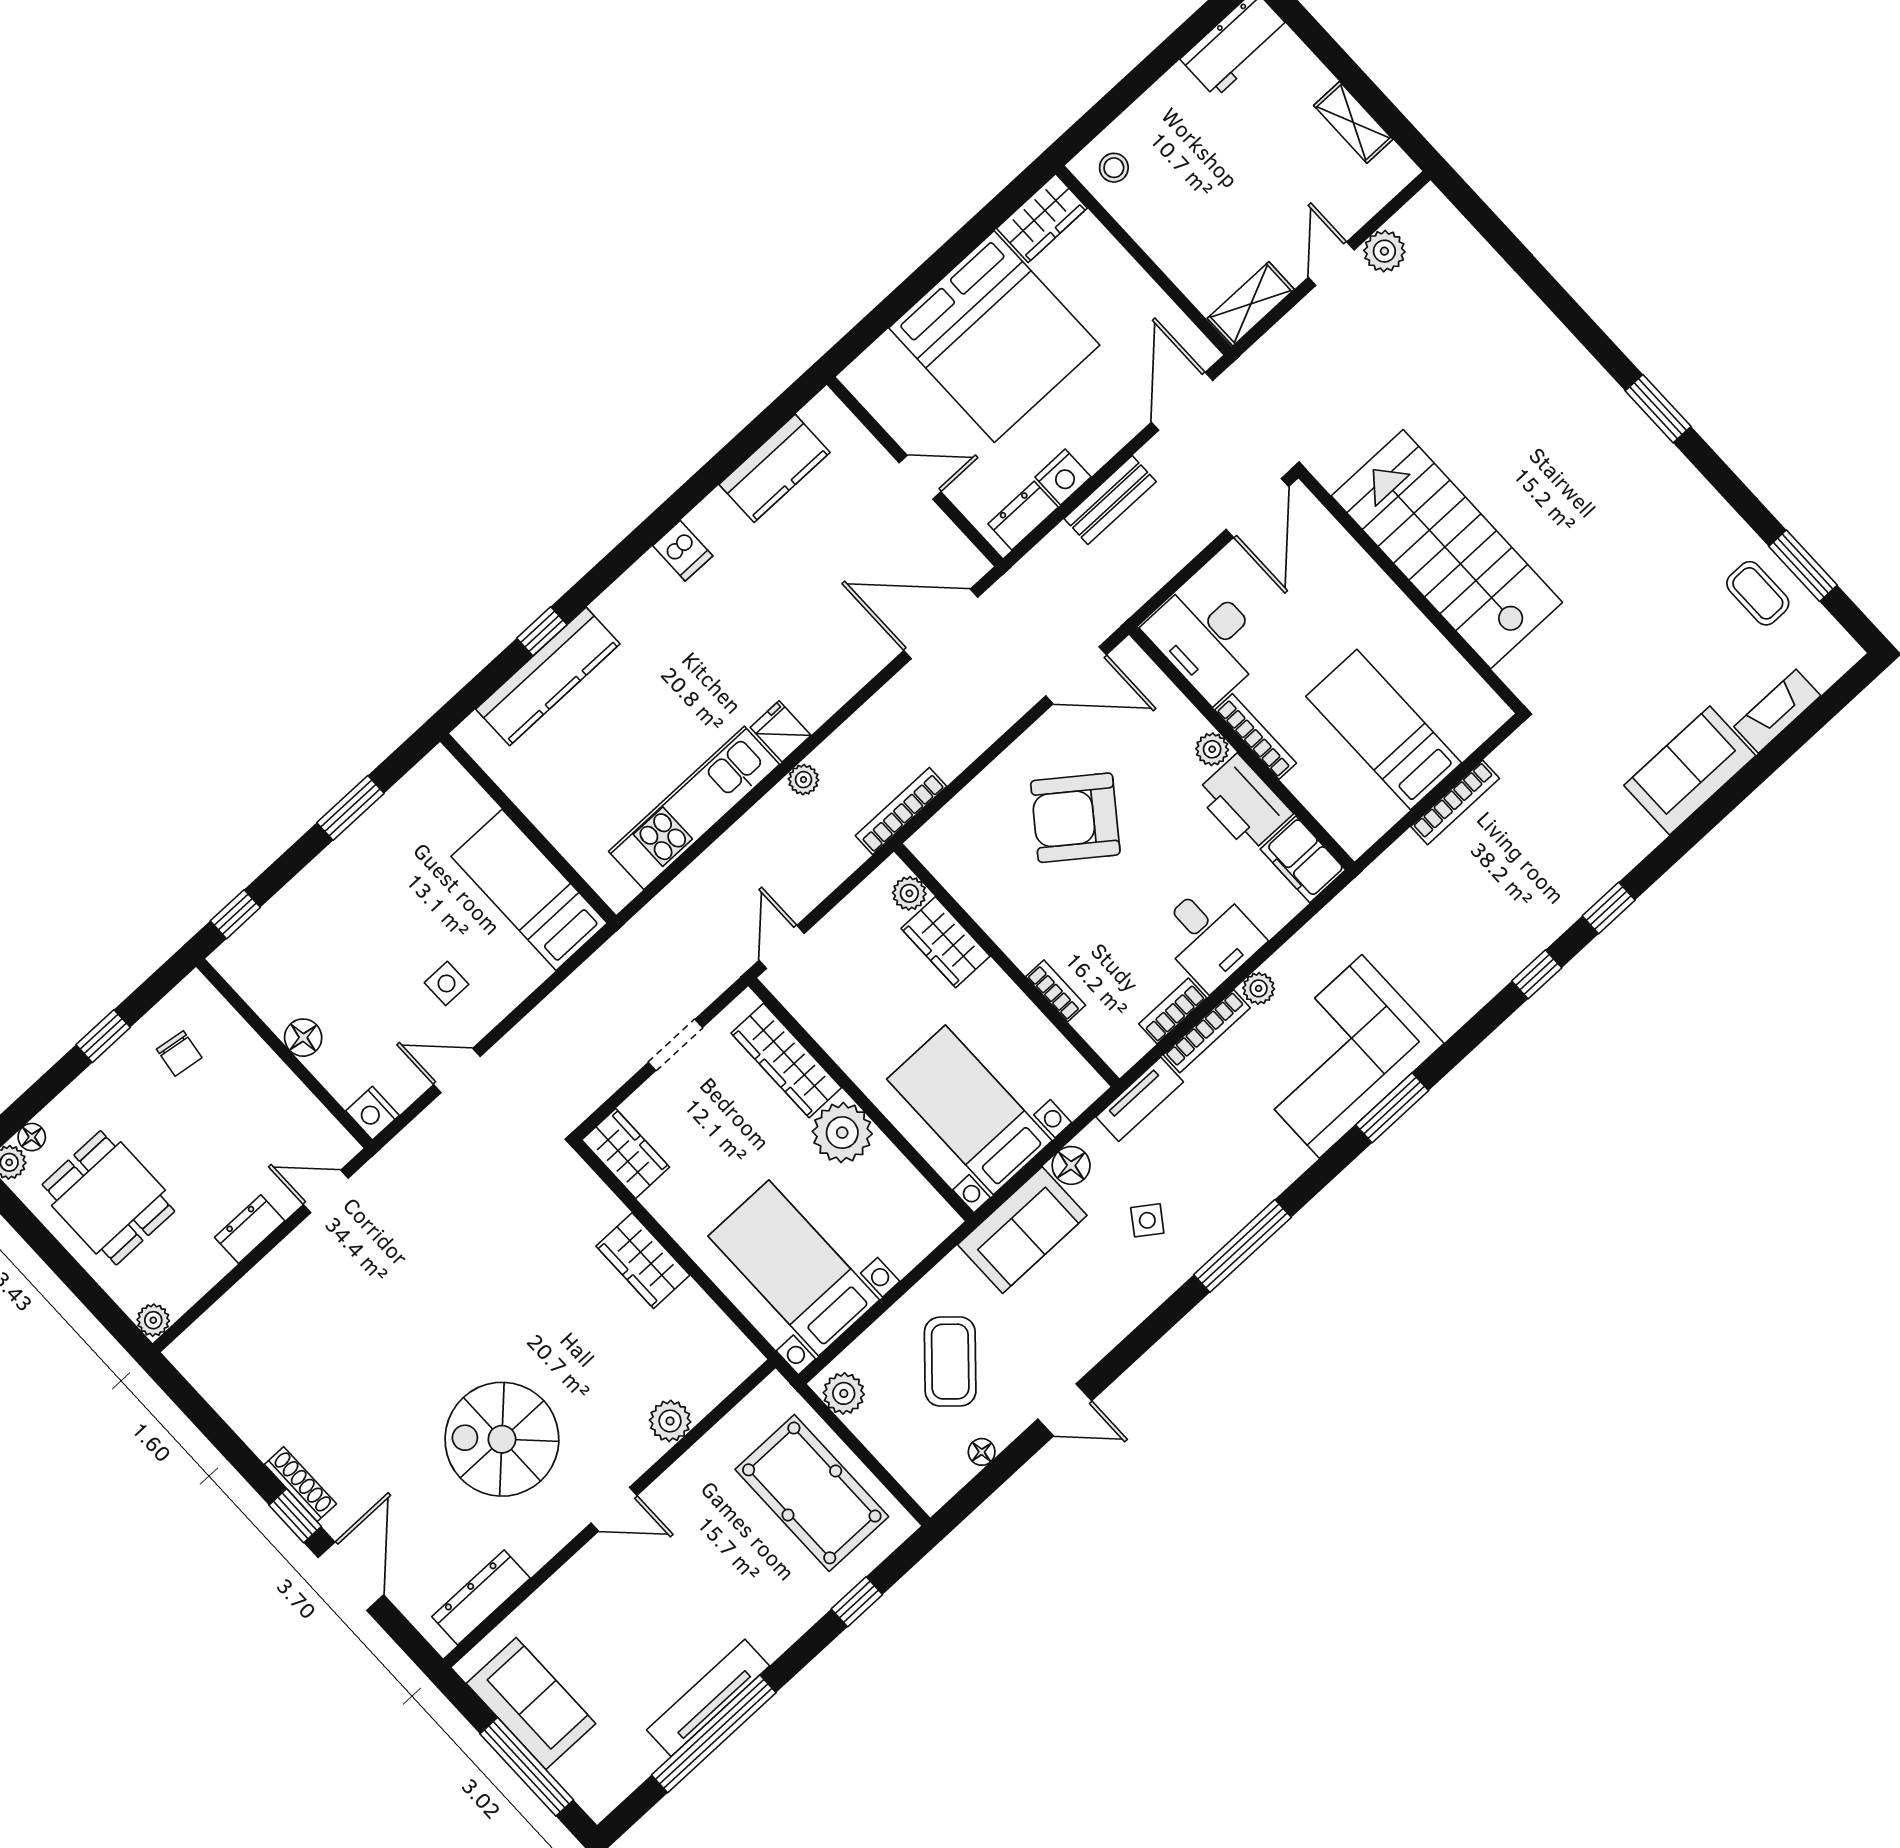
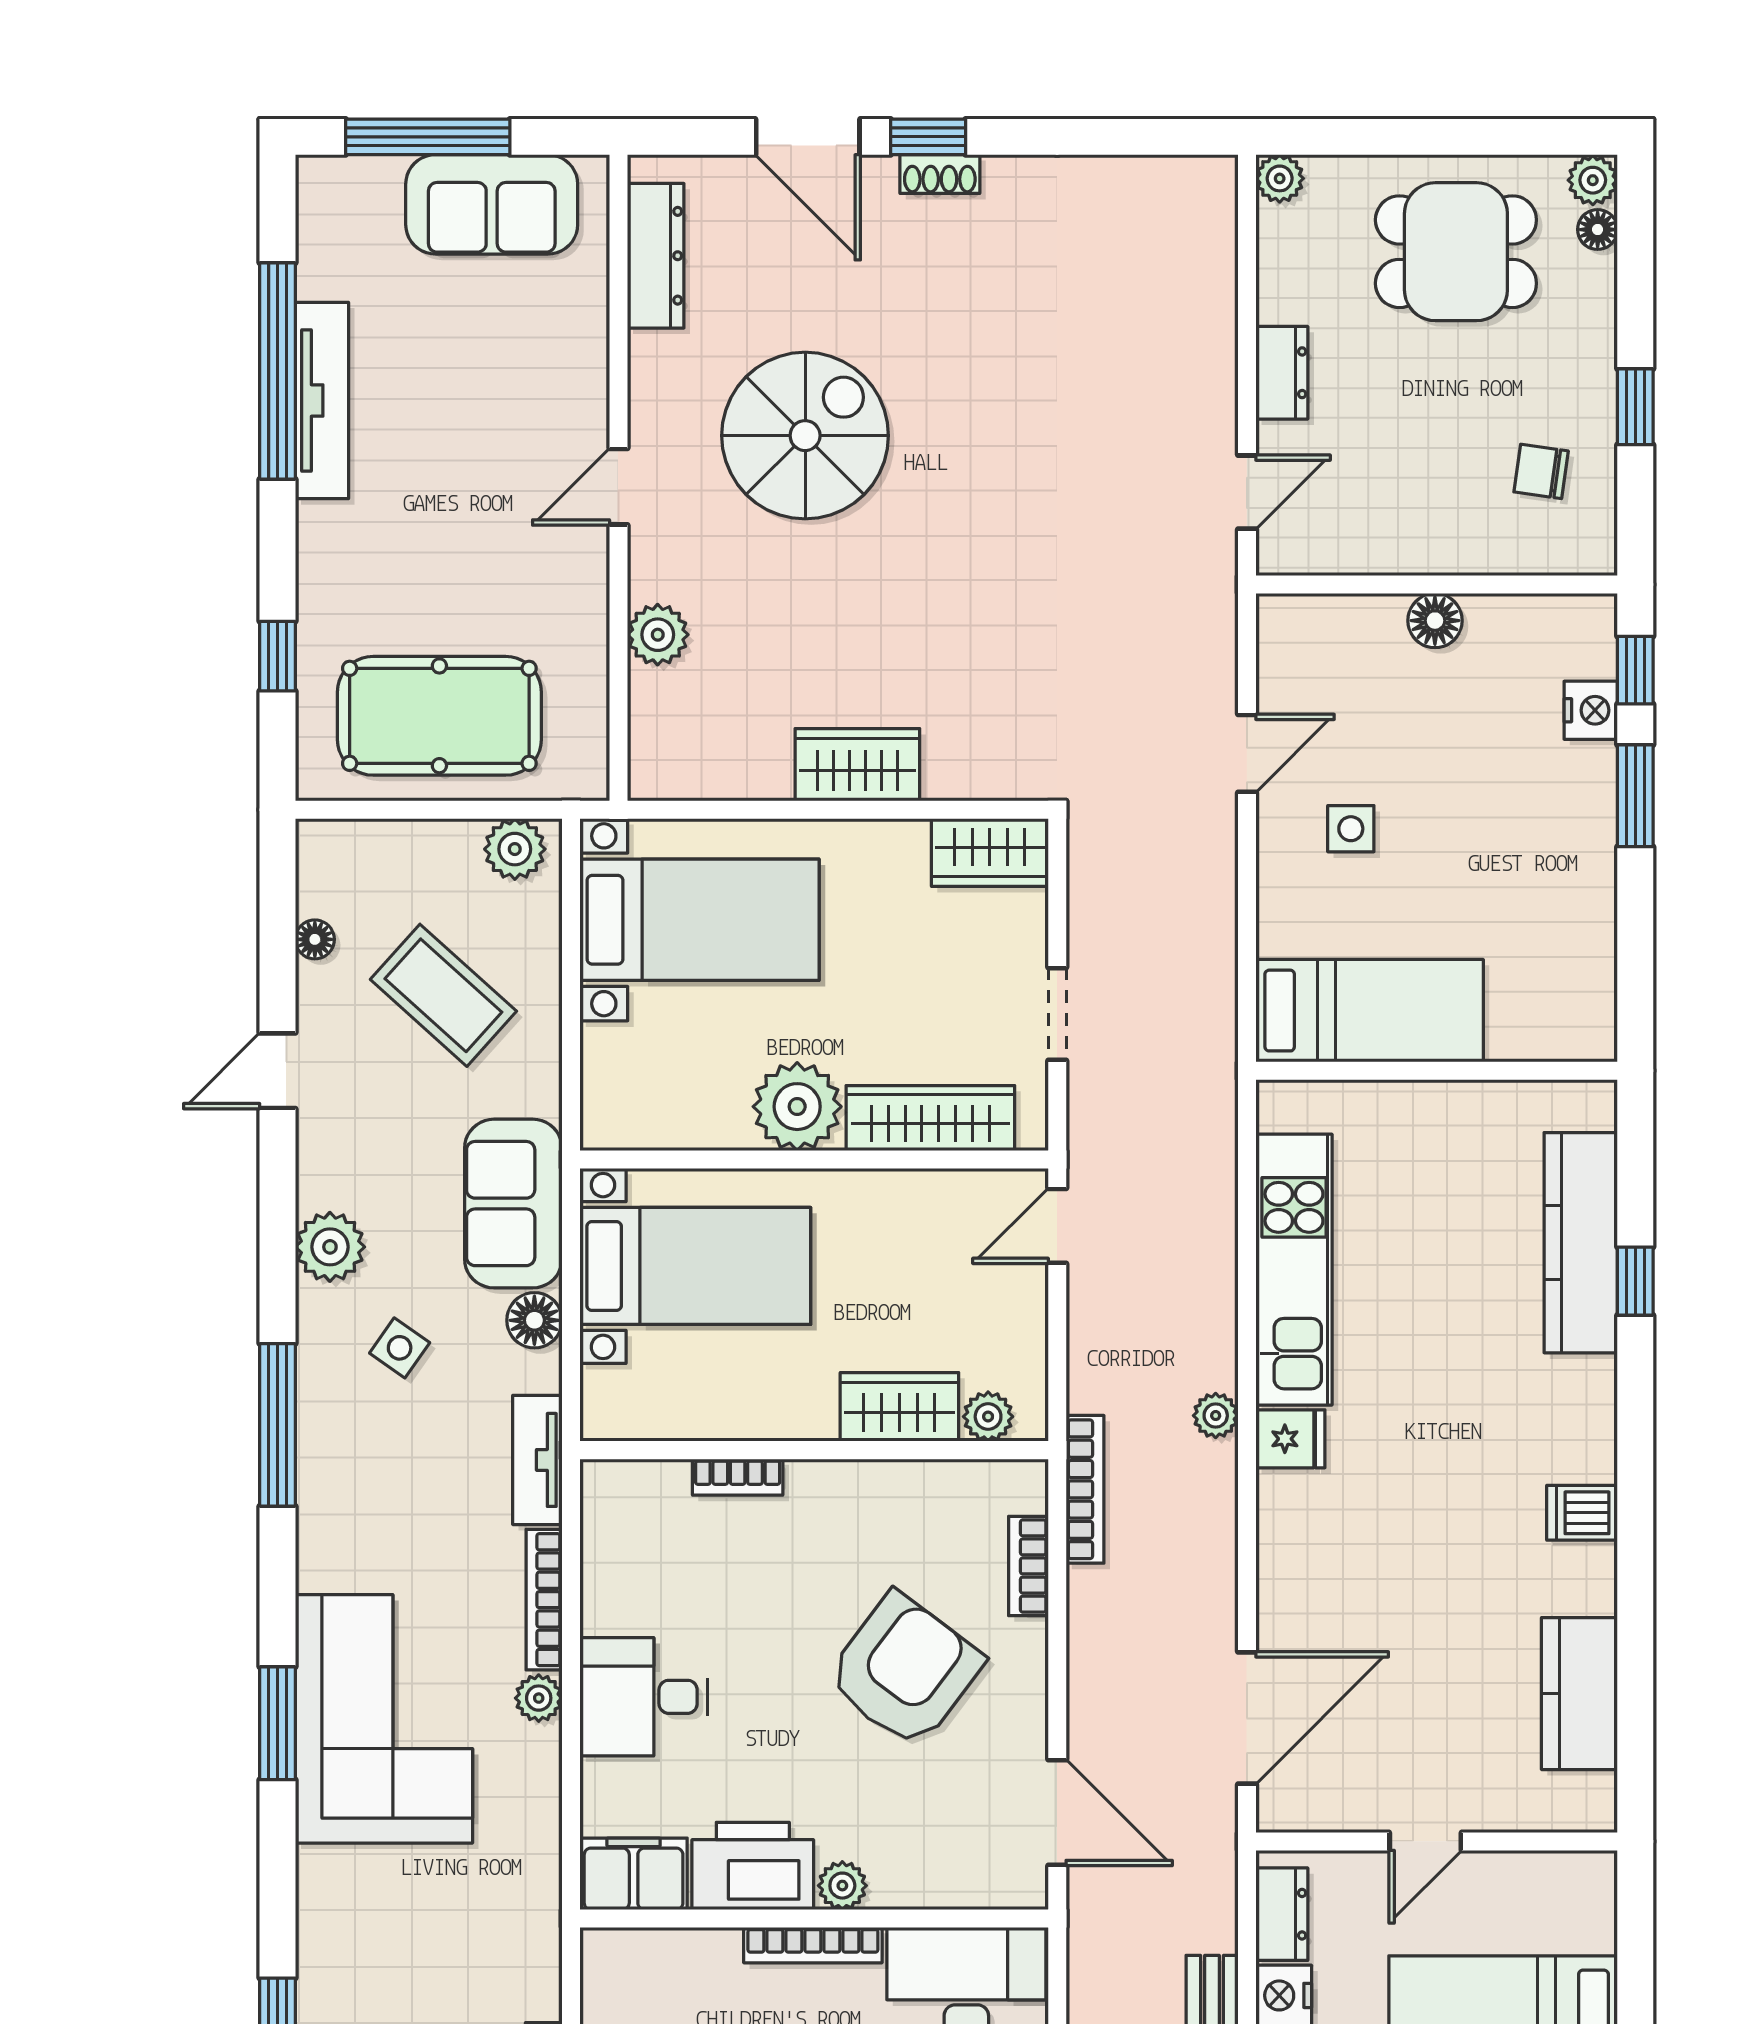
door: (1076, 675) -> (1057, 1813), swing flipped
window: (350, 808) -> (1635, 796), moved
door: (782, 947) -> (1057, 1226), swing flipped
bookcase: (1173, 1011) -> (1028, 1566), moved, turned 180
nightstand: (372, 1113) -> (1591, 710), moved, turned 90
plant: (1129, 1302) -> (330, 1247), added
shoe rack: (300, 1484) -> (940, 174), width x0.70

